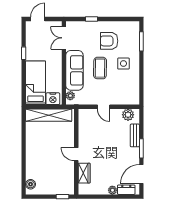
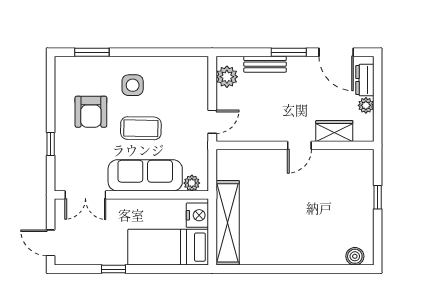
wall: (76, 152) -> (295, 145), moved
door: (76, 154) -> (299, 145), moved
wardrobe: (84, 173) -> (334, 131), moved

